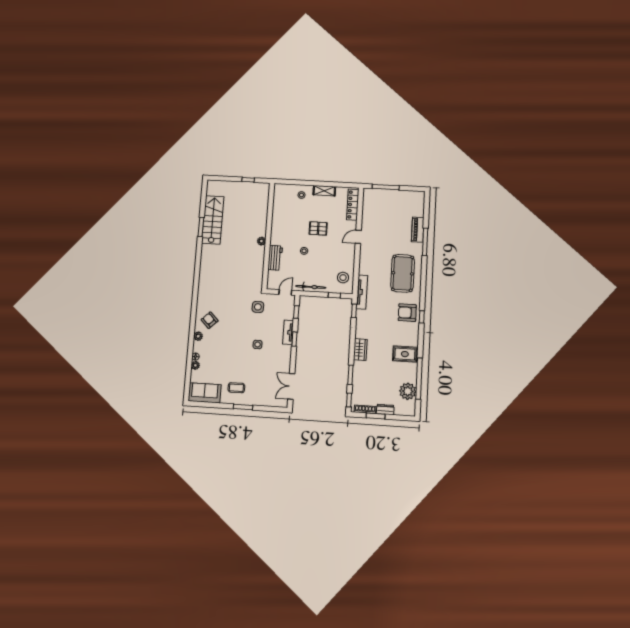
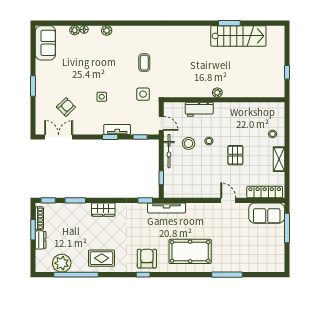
sofa: (371, 204) -> (267, 213), added
piano: (418, 230) -> (240, 266), removed
stool: (343, 278) -> (189, 143), moved
armchair: (210, 320) -> (66, 107), moved
rug: (405, 354) -> (102, 258), turned 90
coffee table: (236, 388) -> (144, 63), moved

